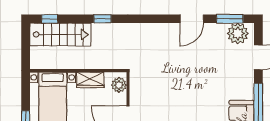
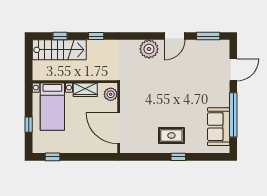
window: (50, 19) -> (60, 36), moved
plant: (238, 34) -> (149, 49), moved

